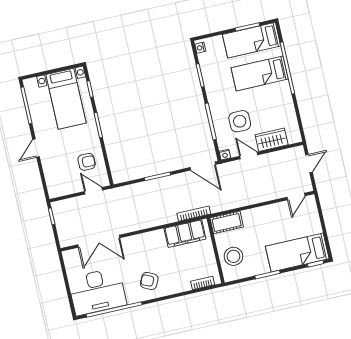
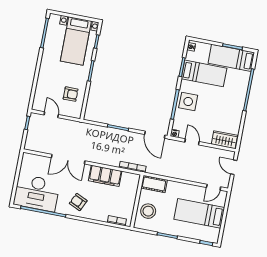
bed: (260, 73) -> (204, 73), moved, turned 180
side table: (240, 121) -> (188, 101), moved
wardrobe: (272, 140) -> (224, 140), moved
door: (36, 148) -> (38, 68), removed
door: (309, 164) -> (234, 167), swing flipped
door: (94, 191) -> (51, 115), moved
filing cabinet: (185, 234) -> (105, 176), moved
double door: (99, 241) -> (68, 159), moved
bed: (297, 252) -> (199, 213), moved

